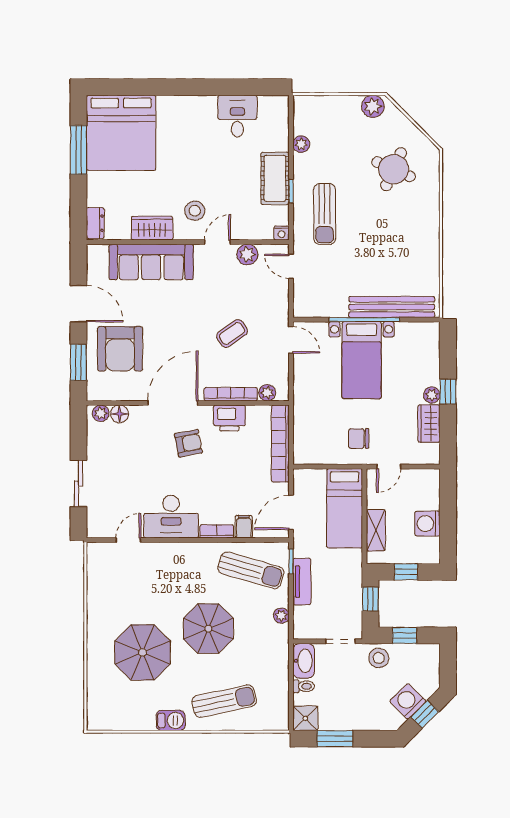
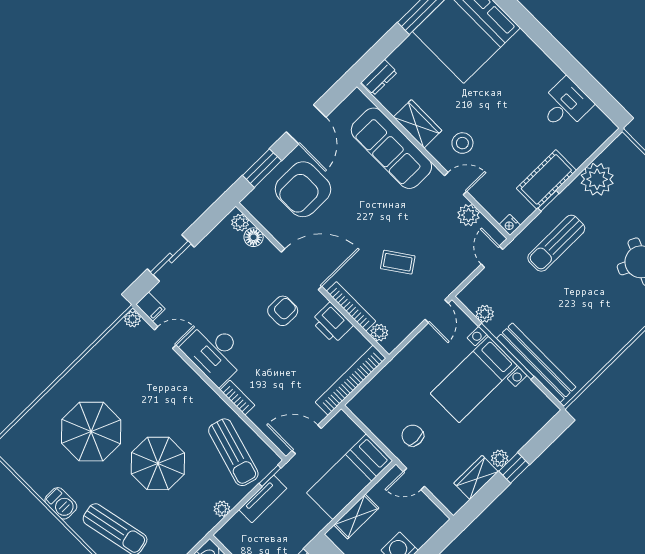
plant: (301, 144) -> (597, 179), width x1.87, depth x1.87
plant: (325, 309) -> (485, 314), added
armchair: (188, 443) -> (283, 311), turned -79
filing cabinet: (244, 527) -> (150, 307), moved, turned 90
plant: (94, 550) -> (132, 319), added

